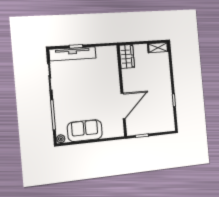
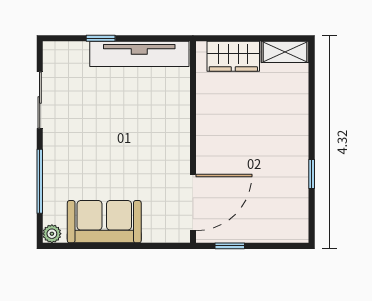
tv unit: (73, 54) -> (139, 54), moved
wardrobe: (127, 56) -> (233, 56), moved, turned 90
door: (123, 106) -> (193, 202), moved

